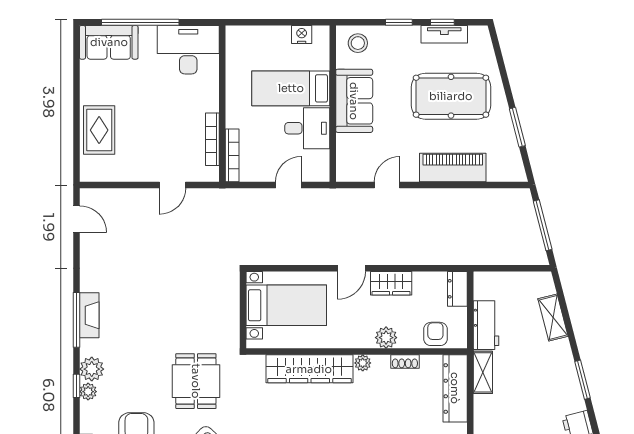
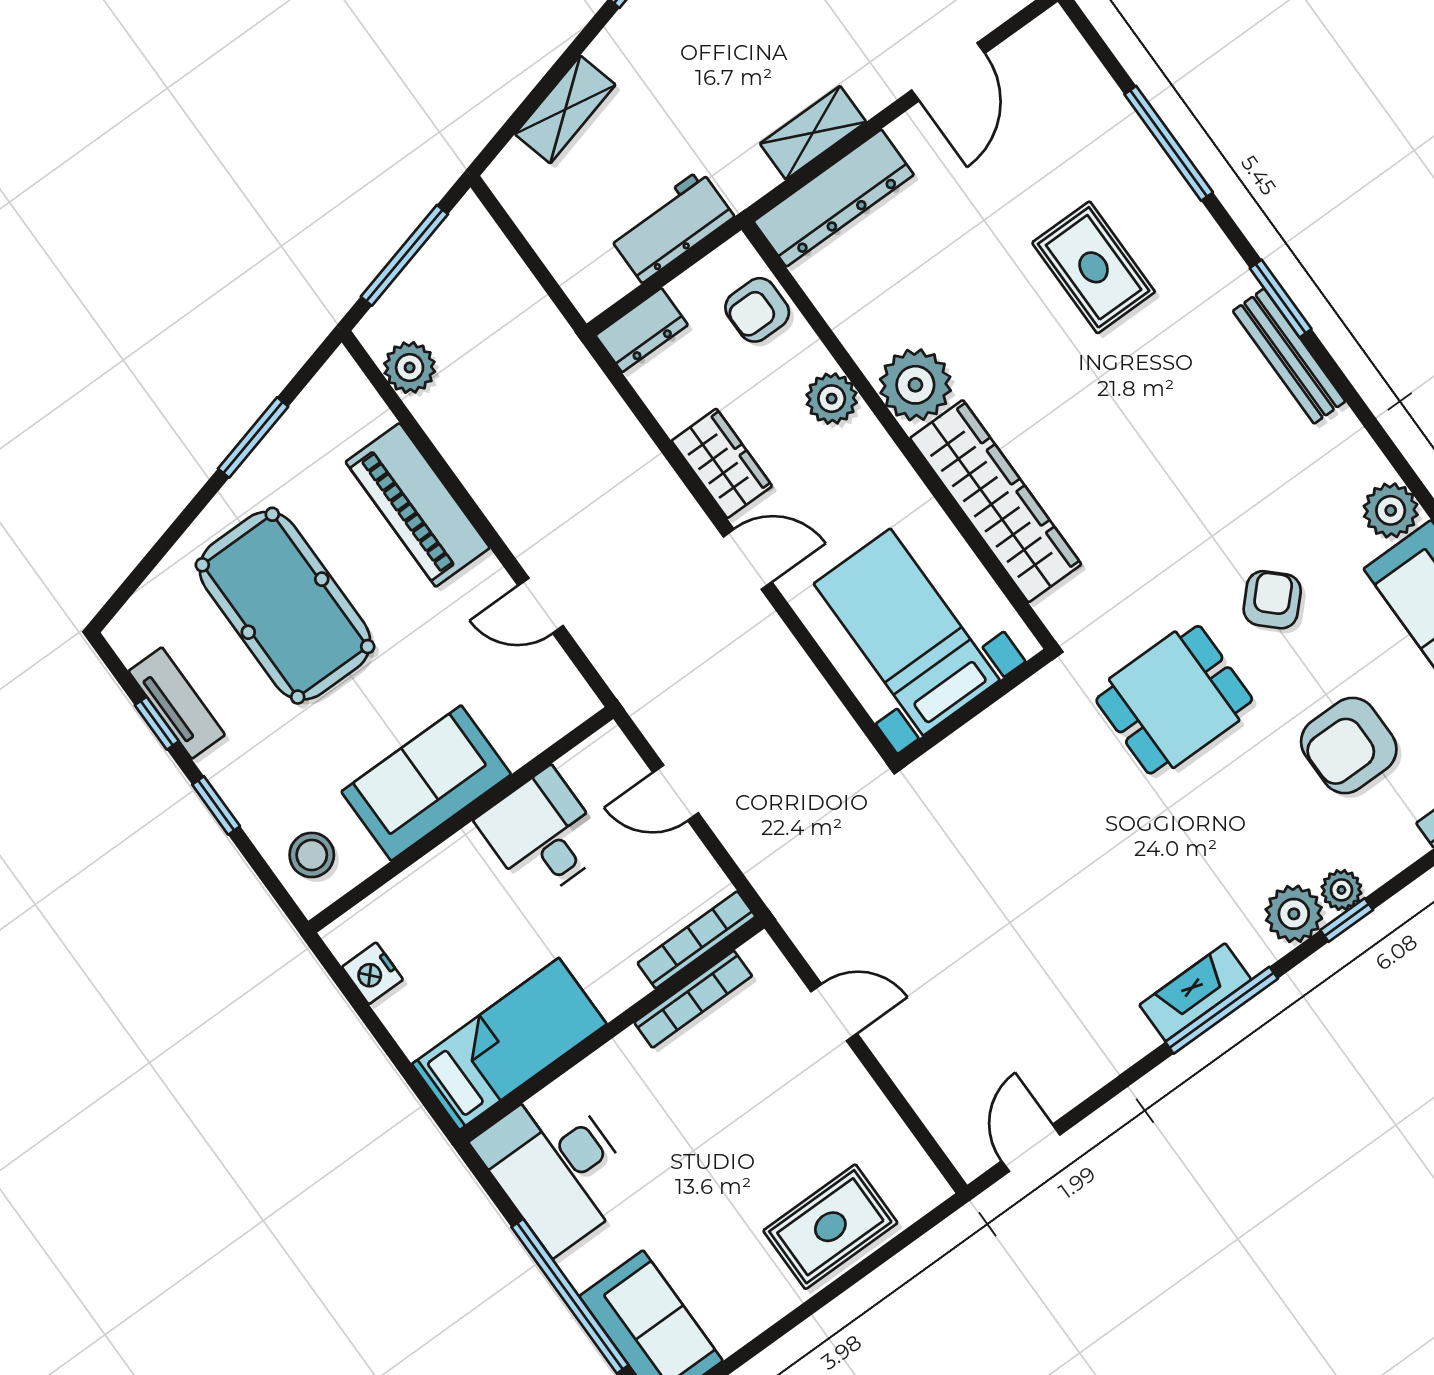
bed: (291, 88) -> (509, 1044), moved, turned -90
plant: (502, 199) -> (410, 368), added
shoe rack: (405, 362) -> (851, 330), removed
plant: (363, 363) -> (915, 385), width x1.88, depth x1.88
shelving: (483, 372) -> (813, 133), moved

